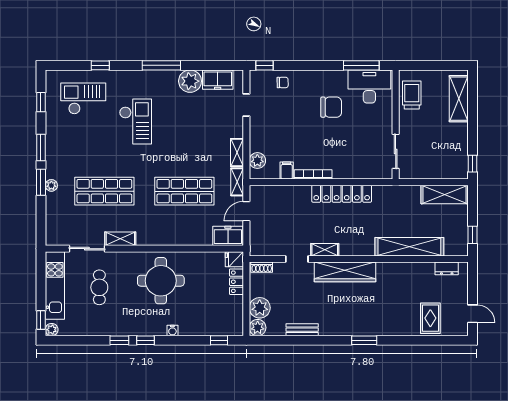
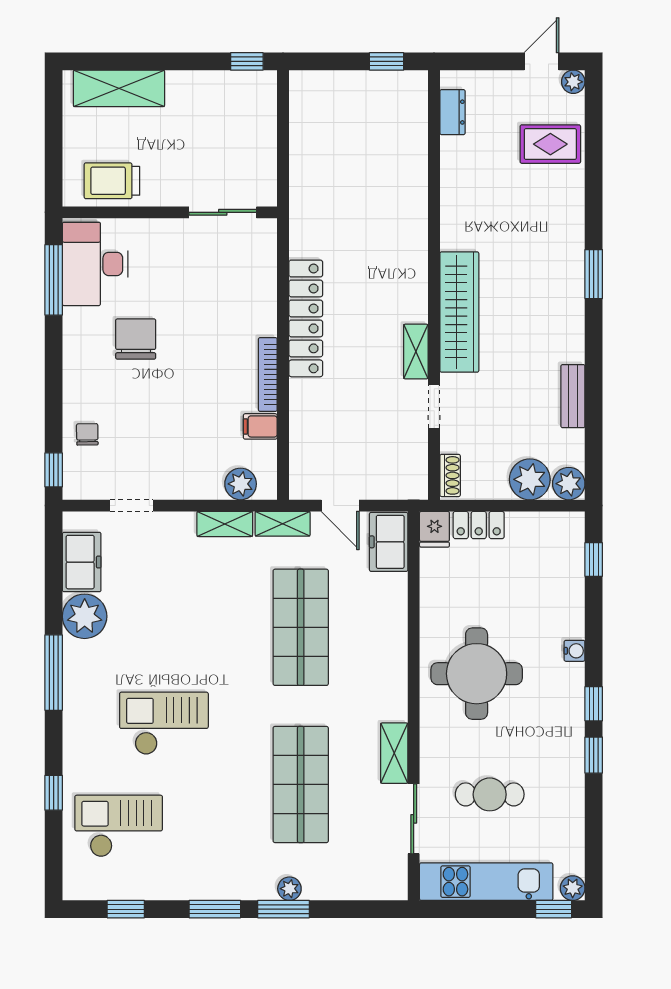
checkout: (83, 98) -> (119, 826), turned 90
shelving: (445, 194) -> (307, 116), removed
shelving: (409, 247) -> (410, 186), removed
plant: (462, 330) -> (573, 82), added

